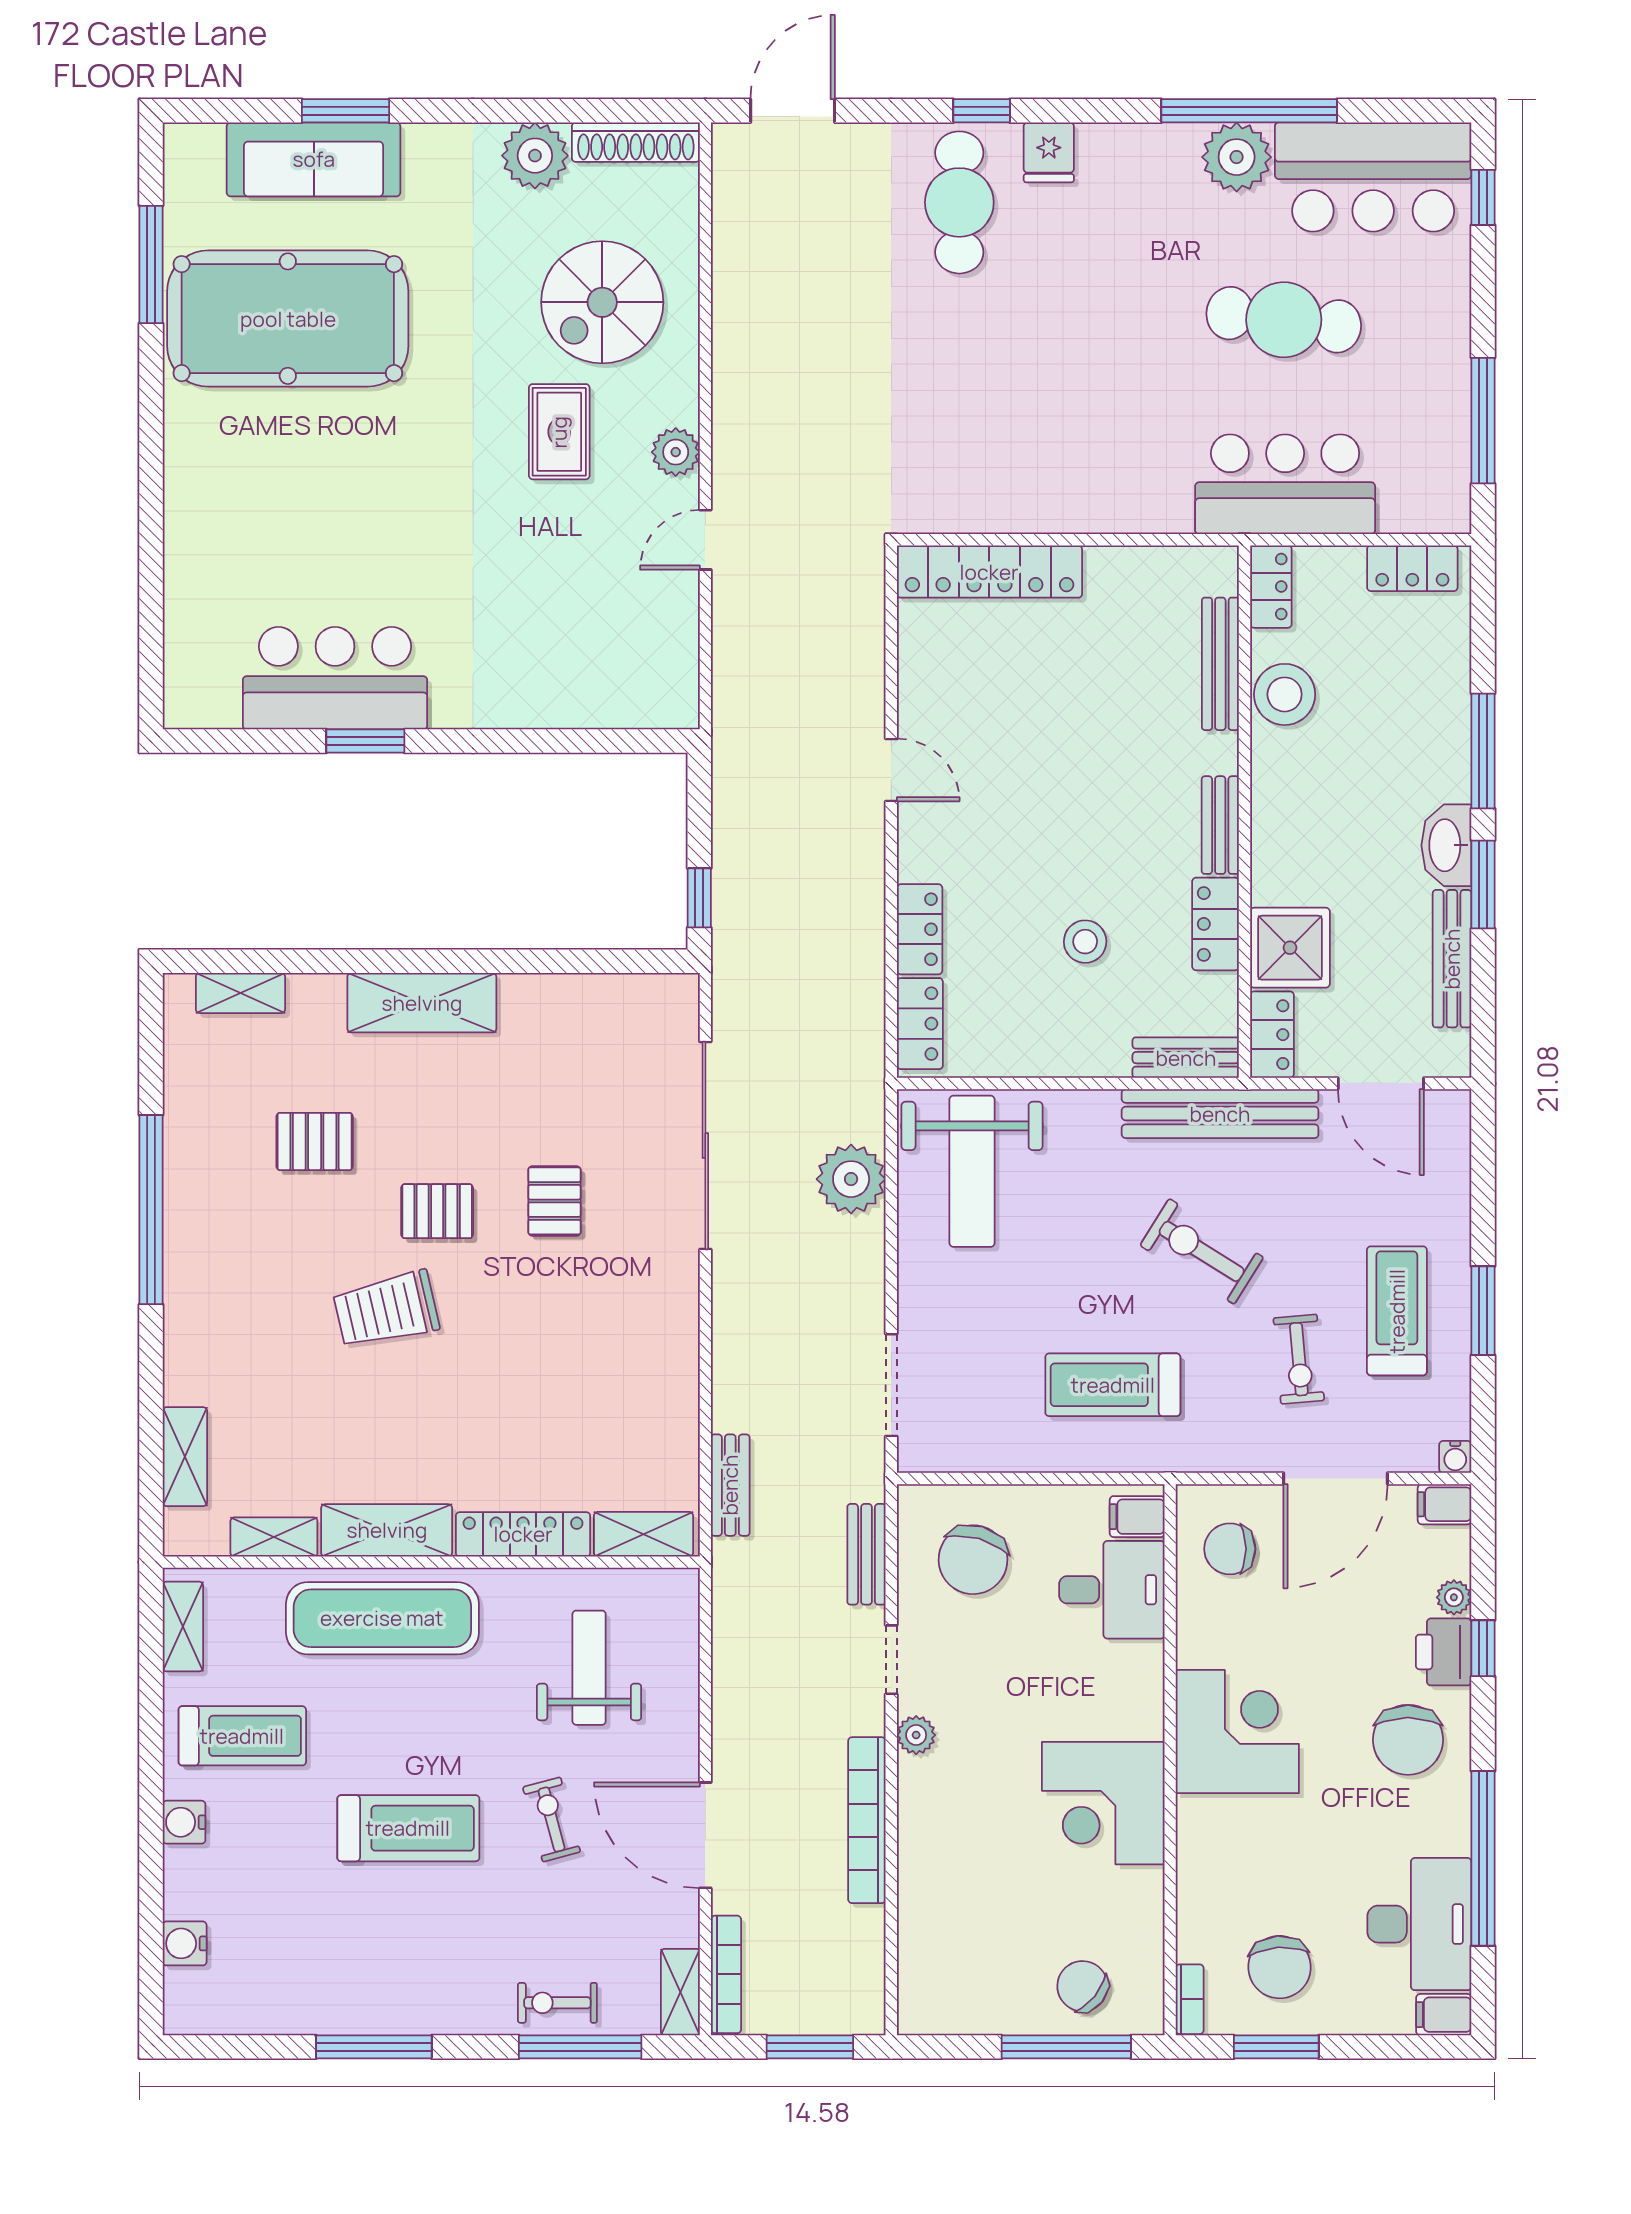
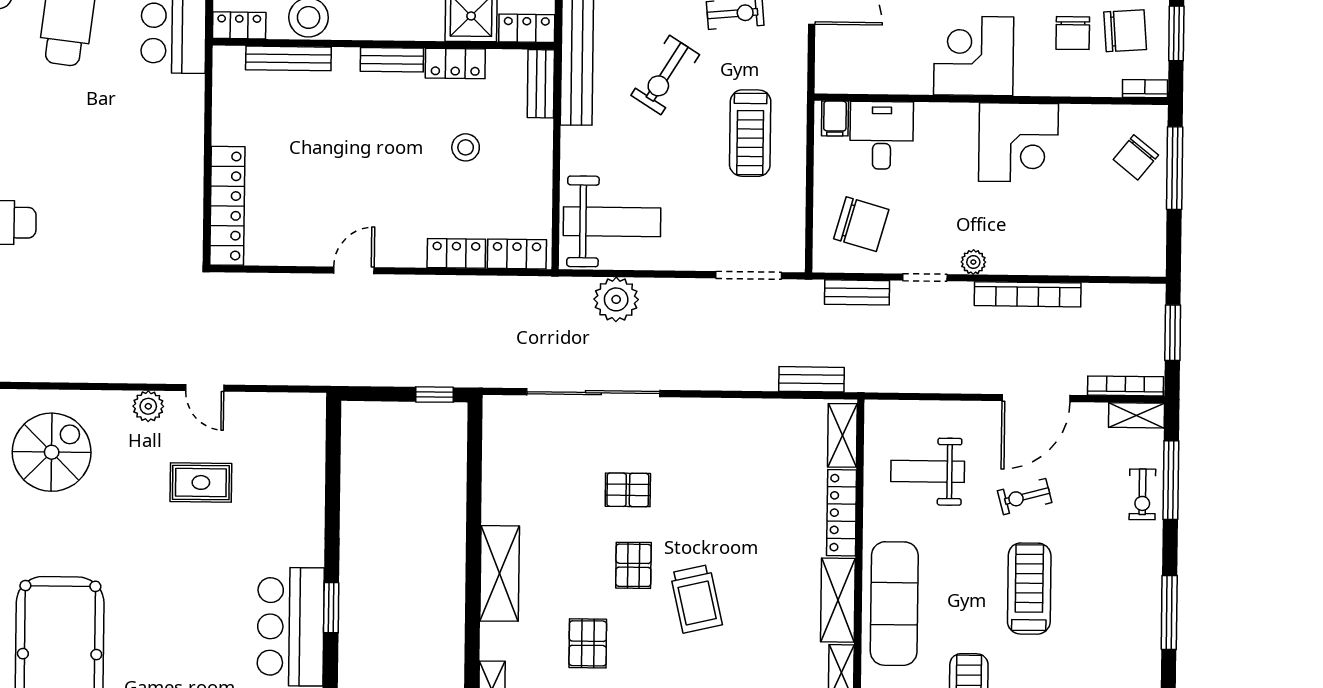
spiral stairs: (602, 302) -> (52, 452), turned -90
rug: (559, 432) -> (201, 482), moved
chair: (1230, 1549) -> (1073, 33), moved

